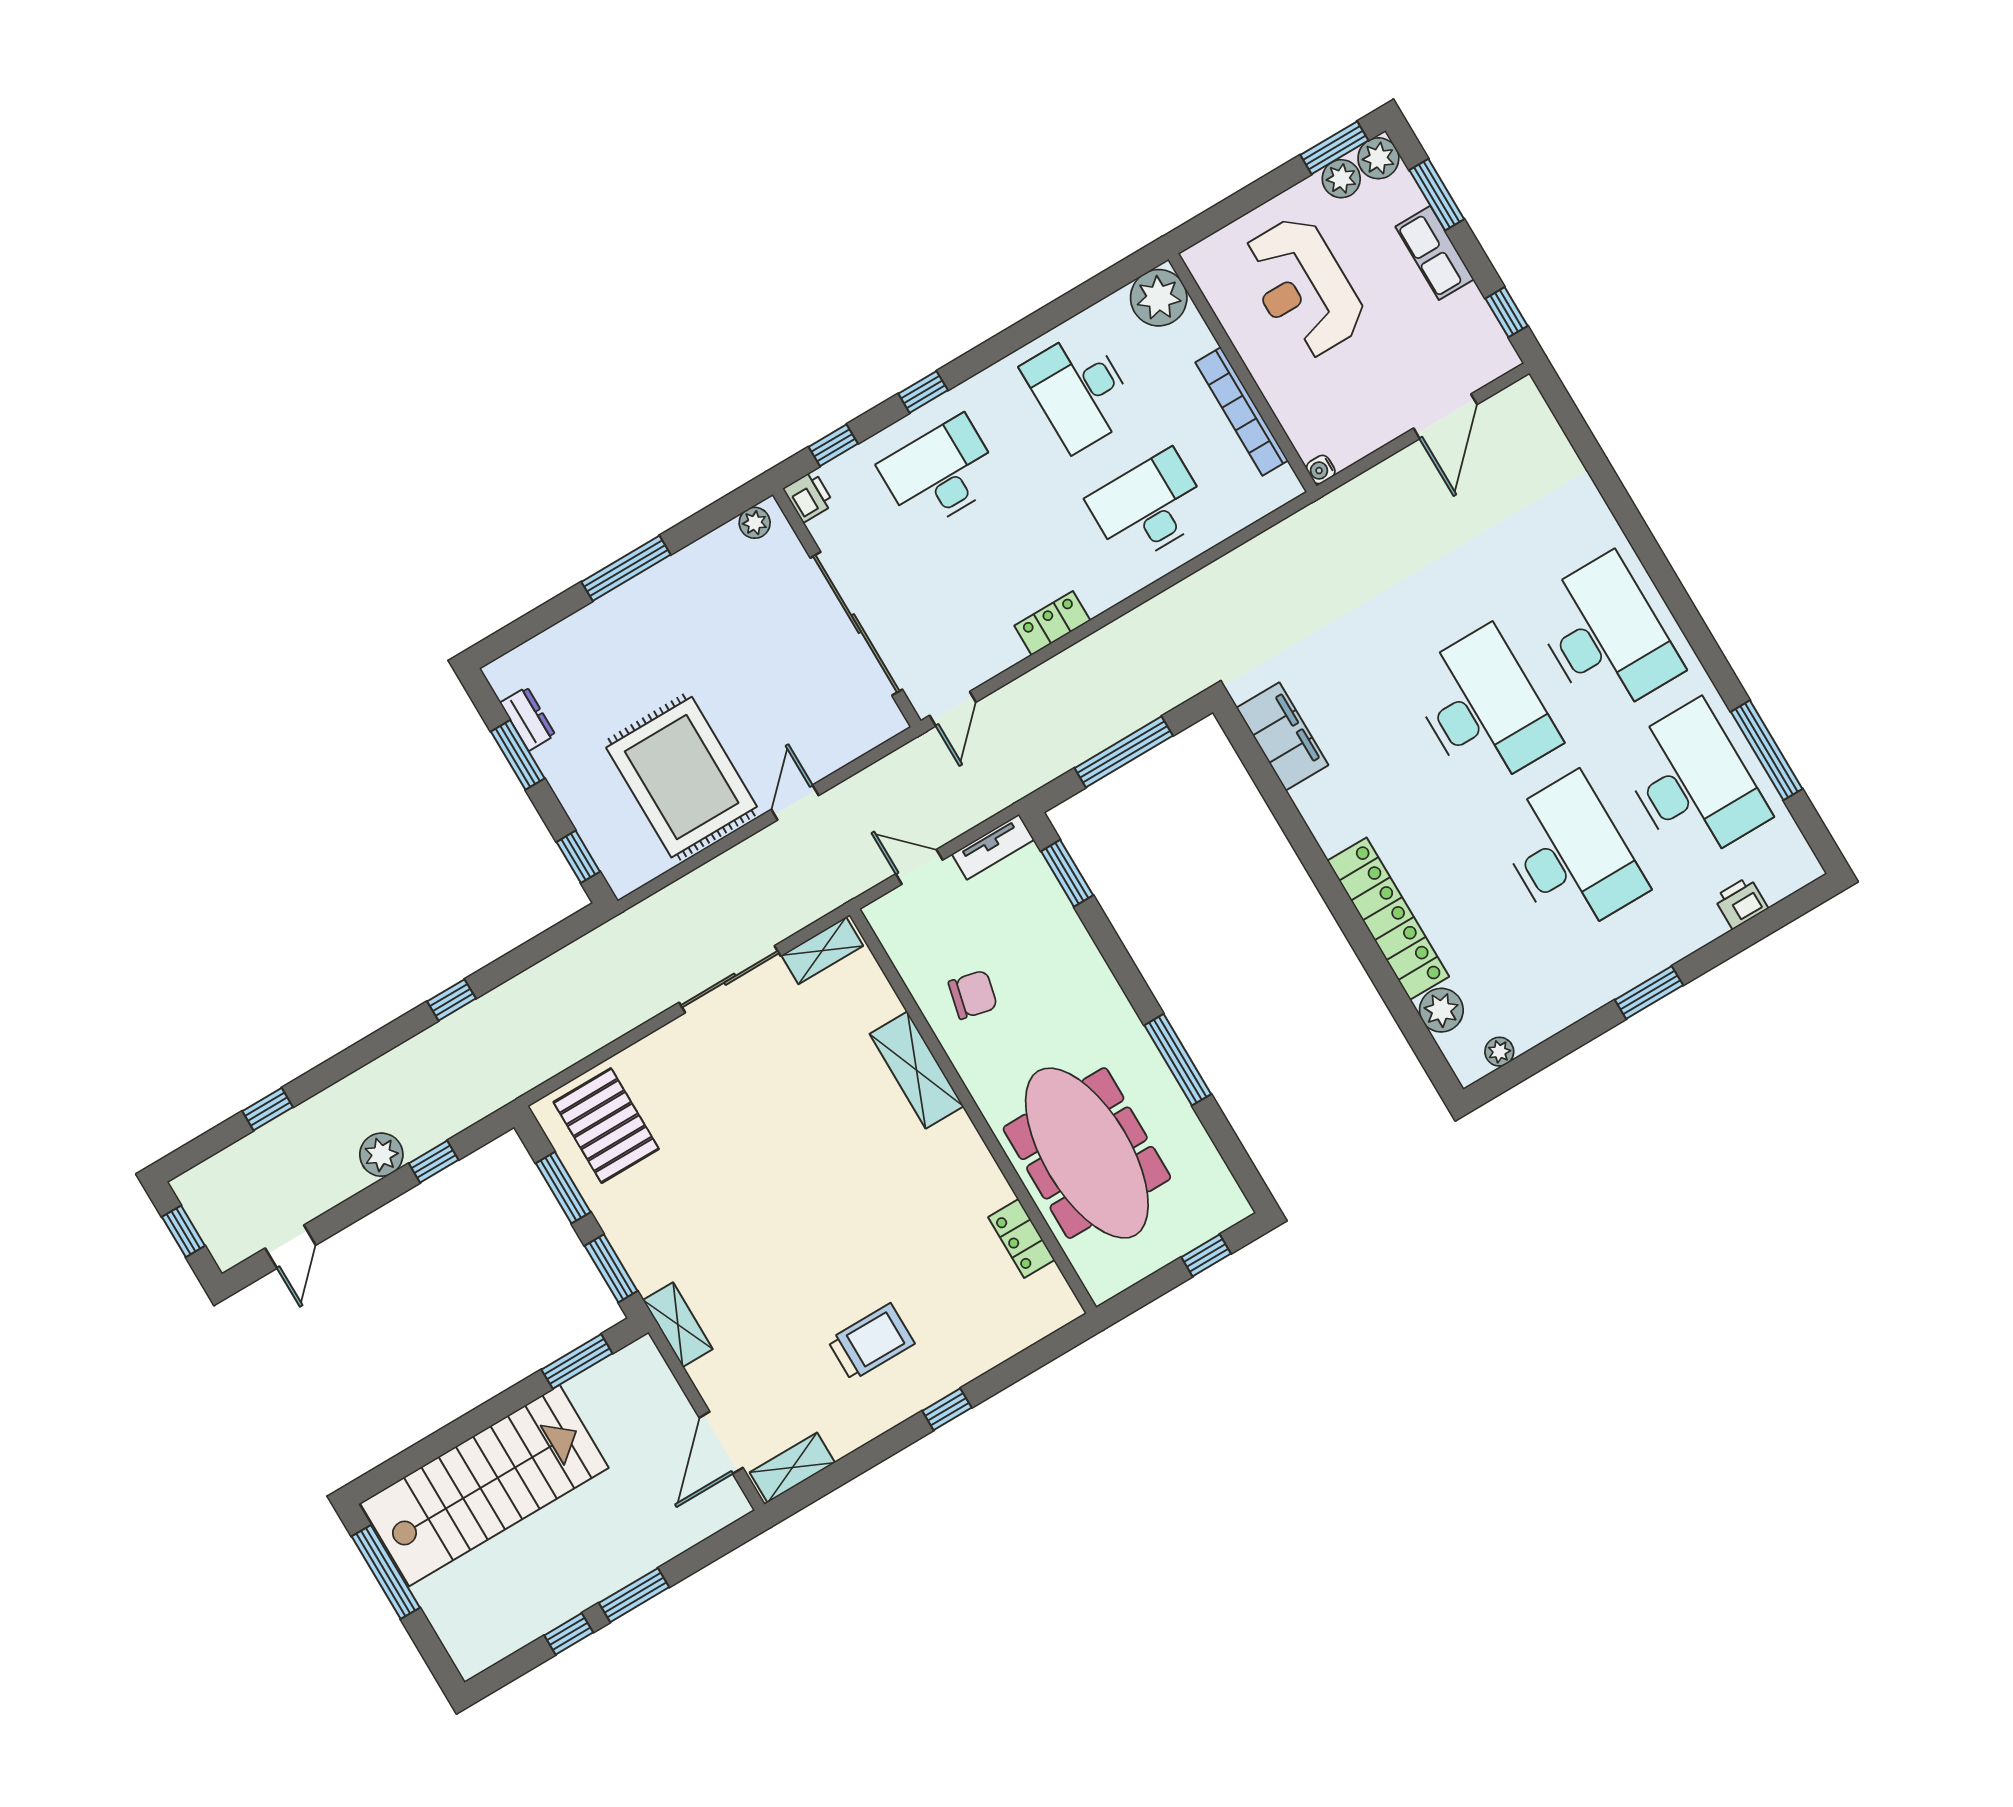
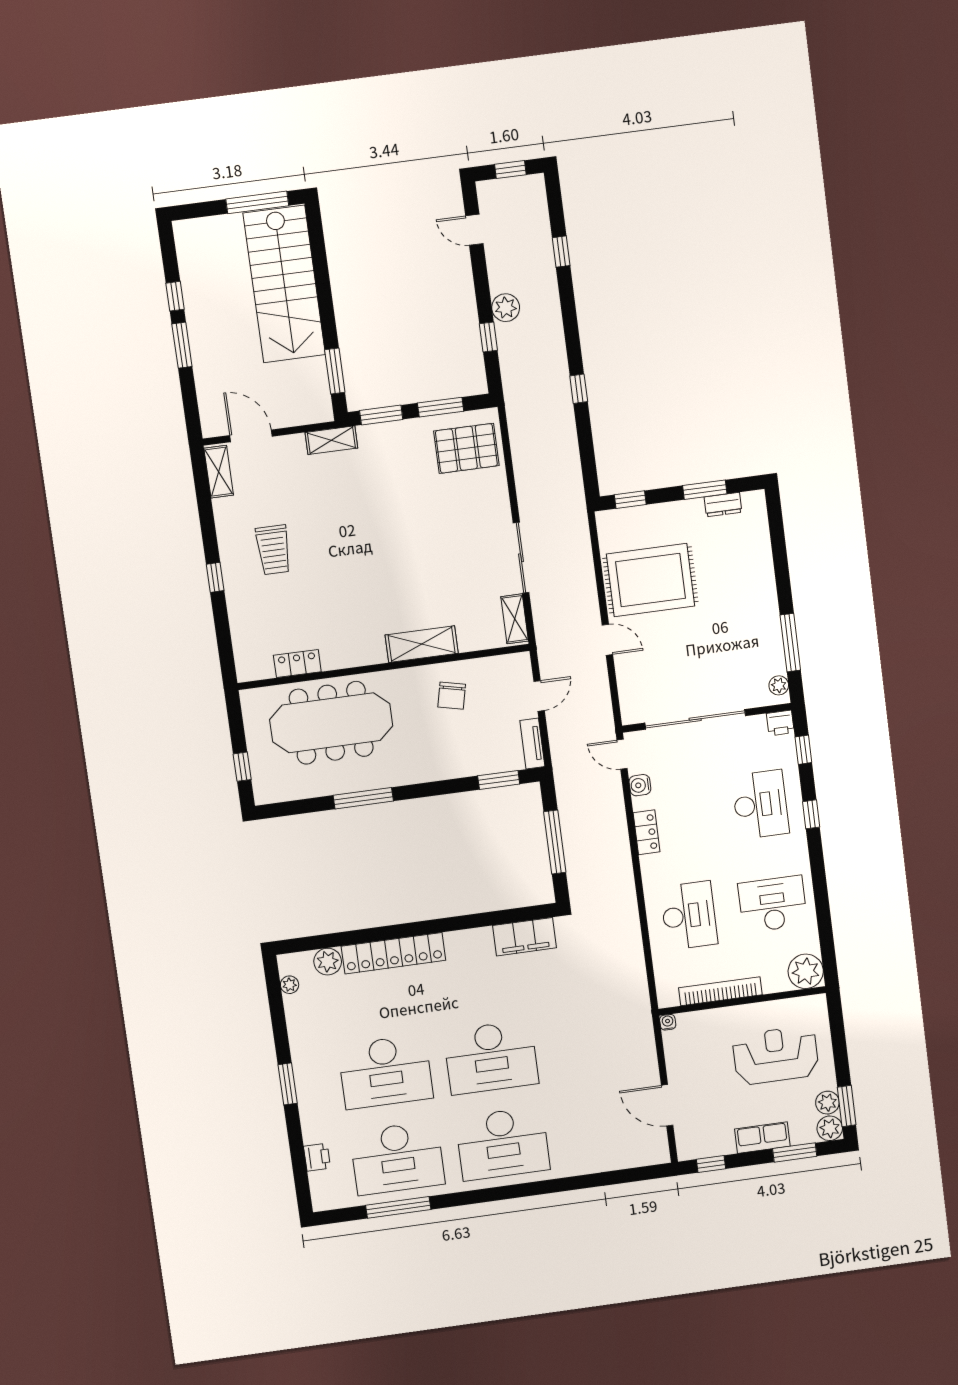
window: (626, 568) -> (790, 643), moved
water cooler: (987, 663) -> (640, 785), added

